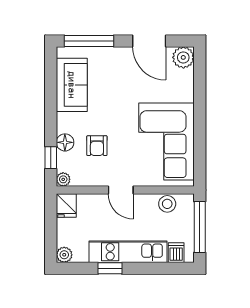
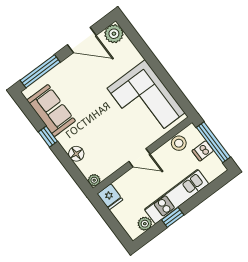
armchair: (97, 146) -> (100, 139), removed
window: (51, 158) -> (48, 137), moved
dishwasher: (176, 253) -> (203, 151), moved, turned -90
plant: (64, 255) -> (145, 224), moved

